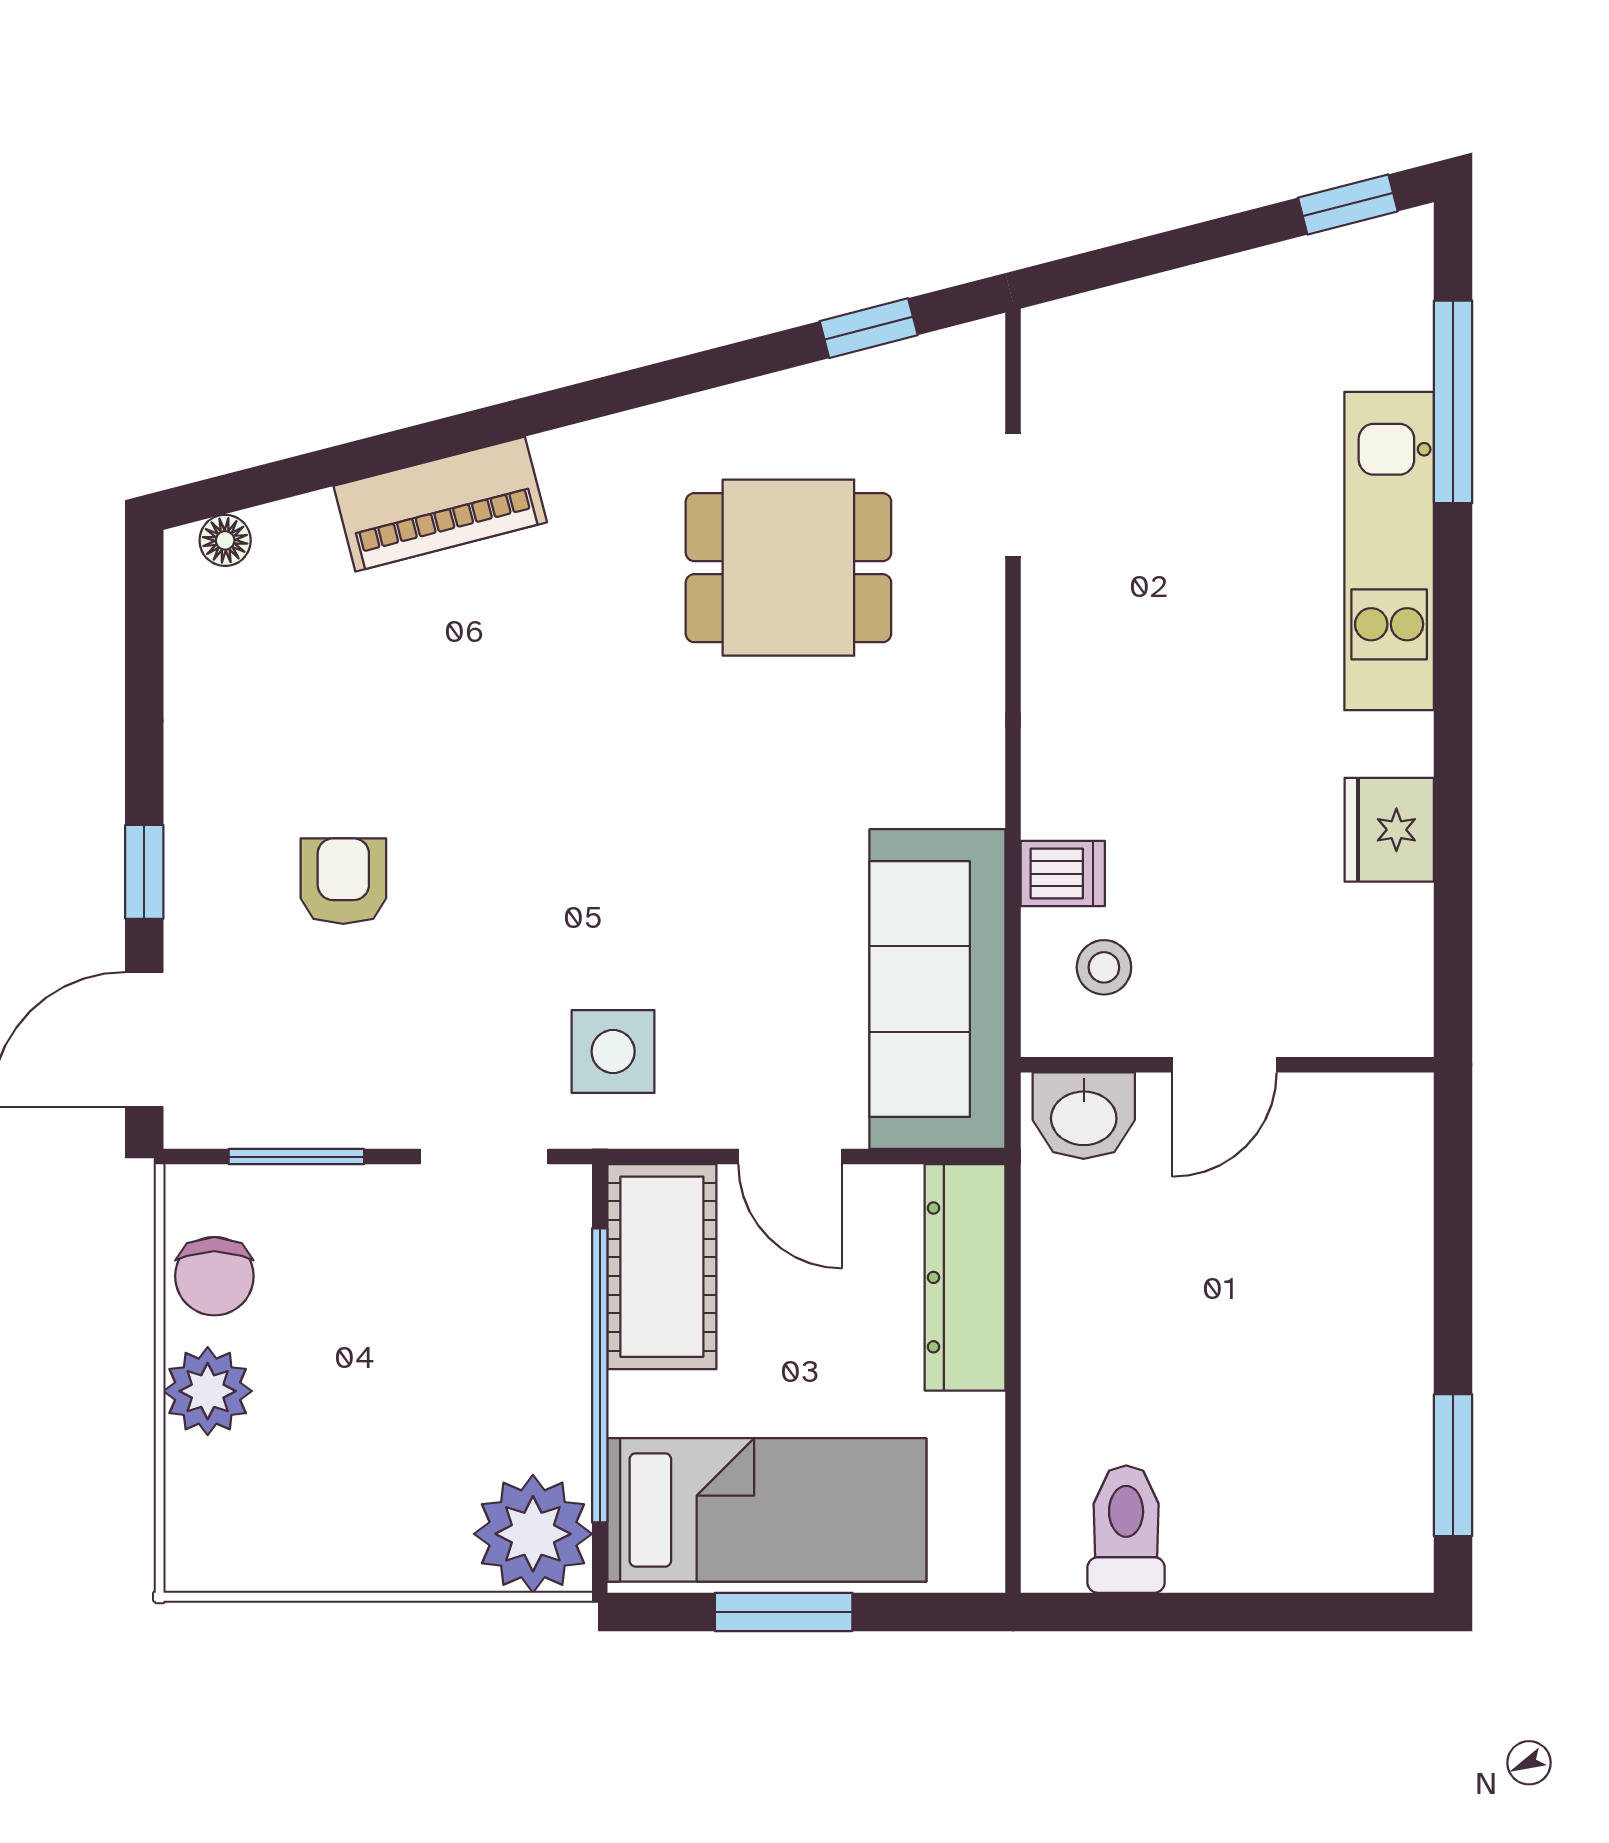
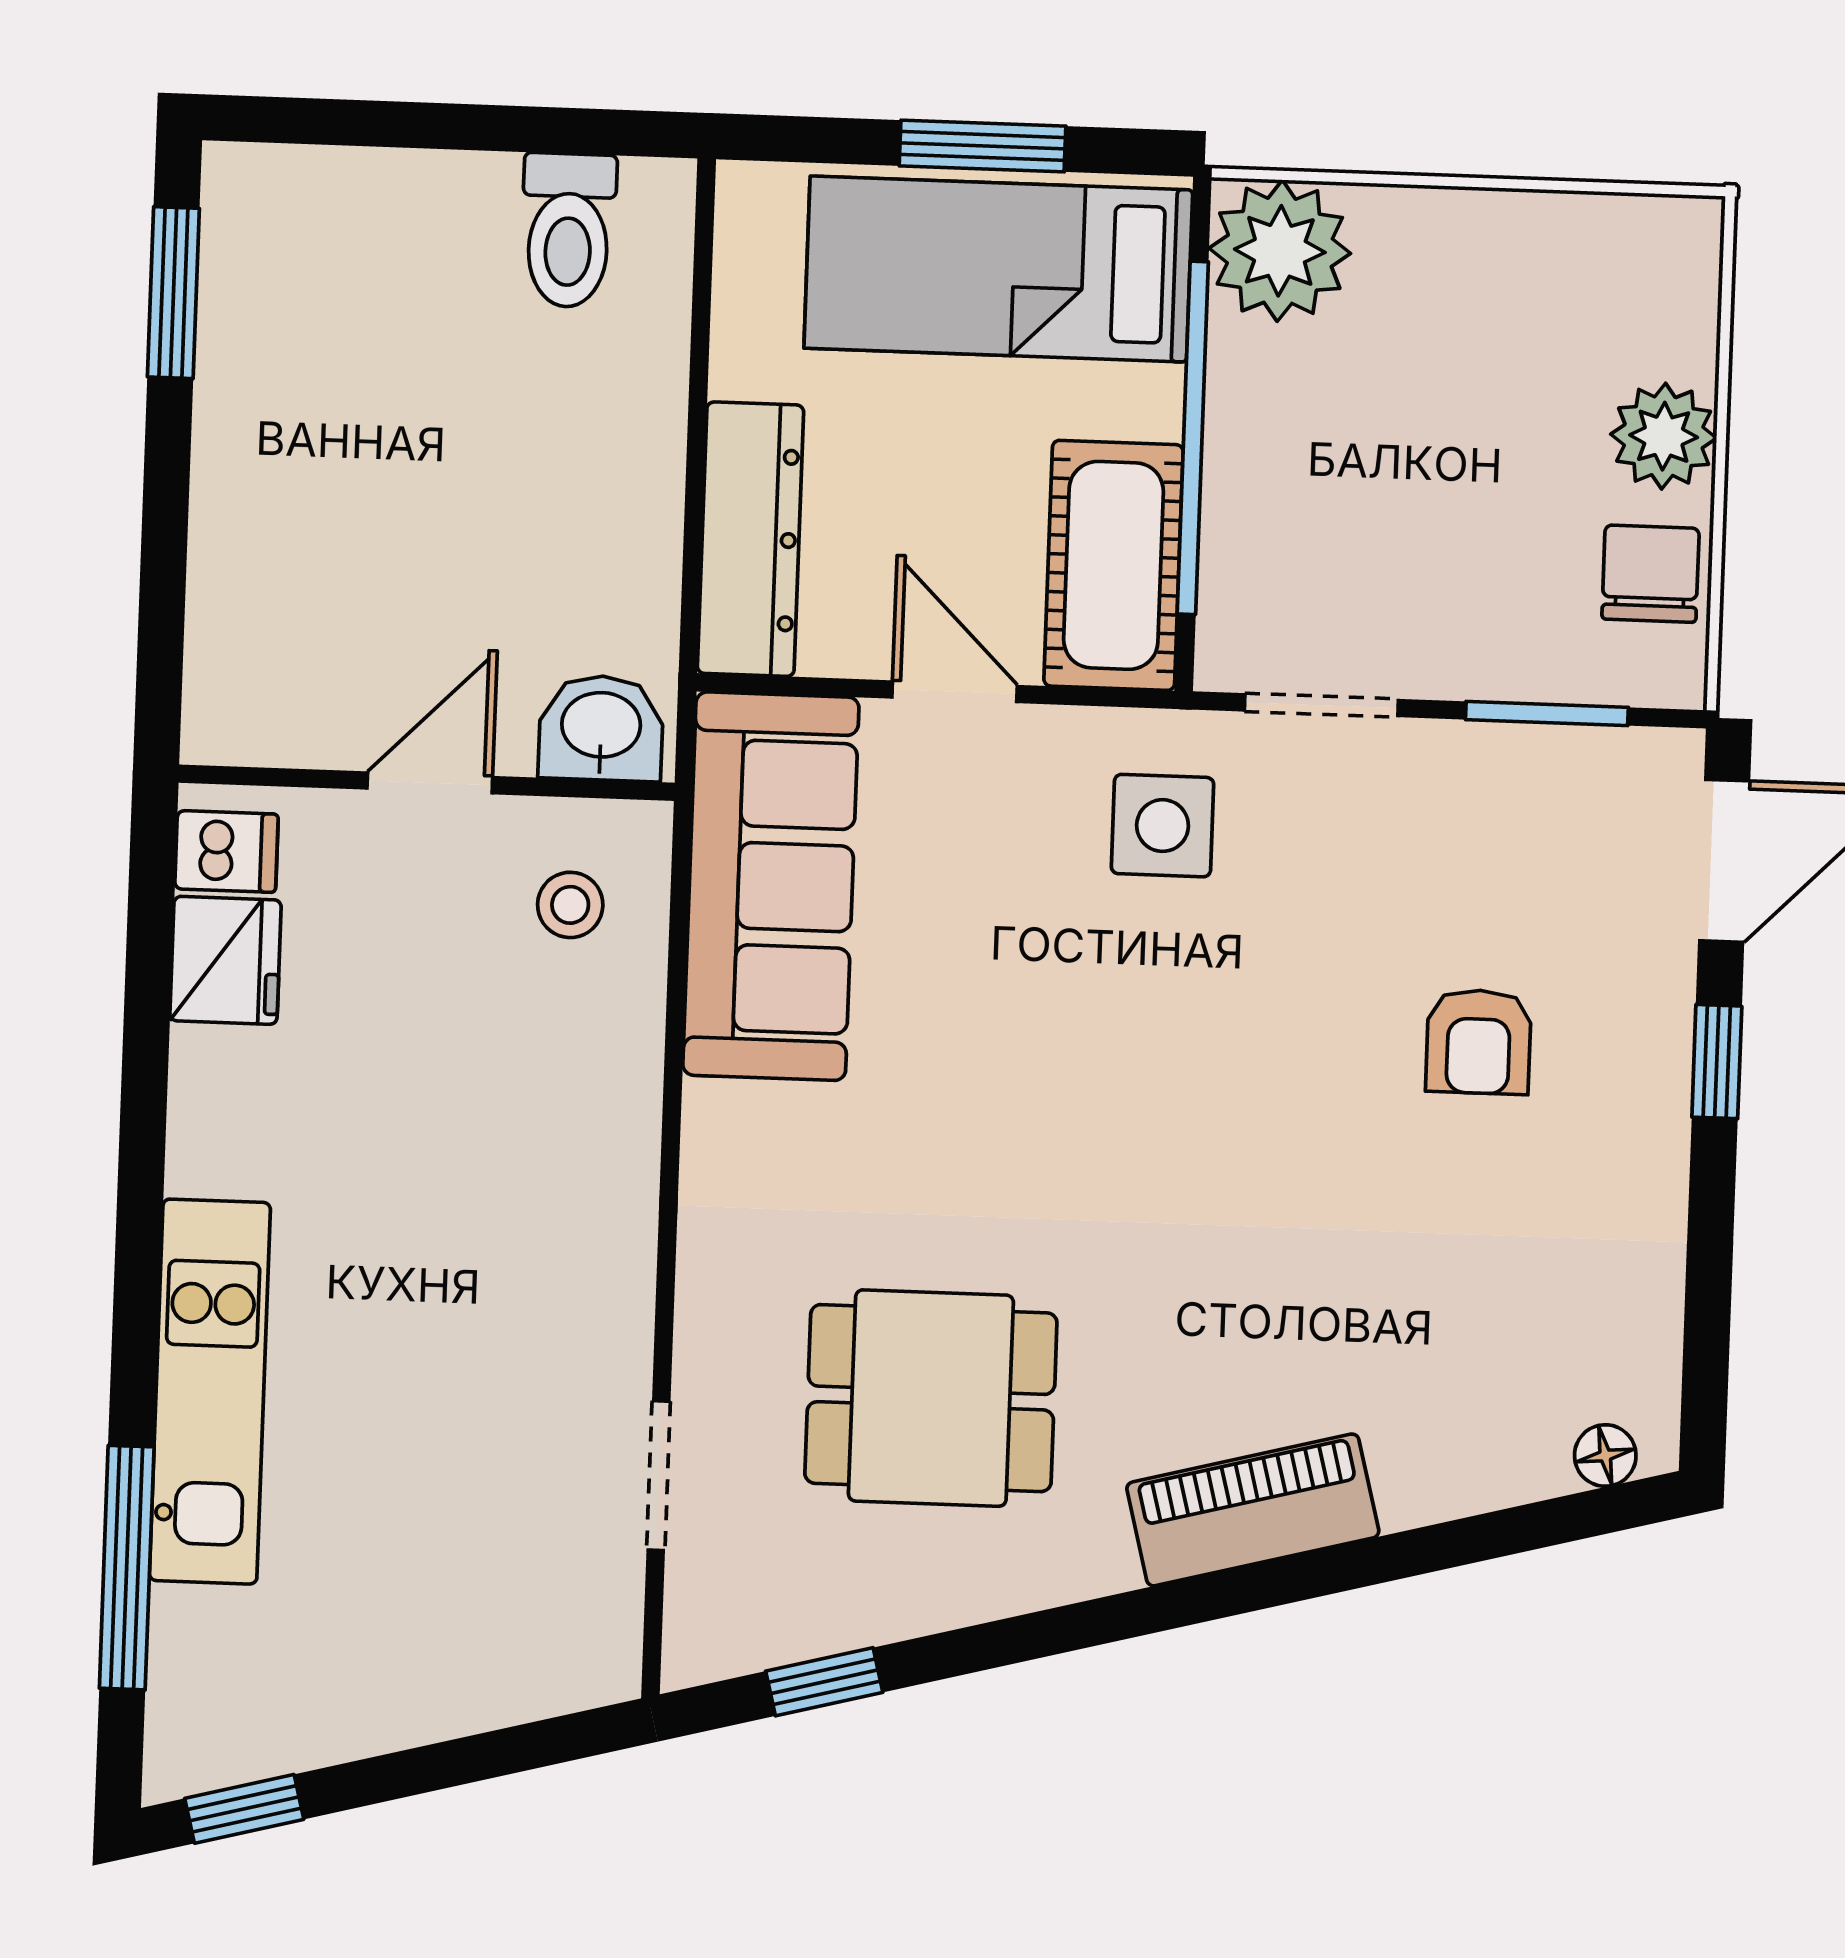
piano: (440, 504) -> (1253, 1510), moved
fridge: (1389, 830) -> (226, 960), moved
dishwasher: (1063, 874) -> (226, 851), moved, turned 180

